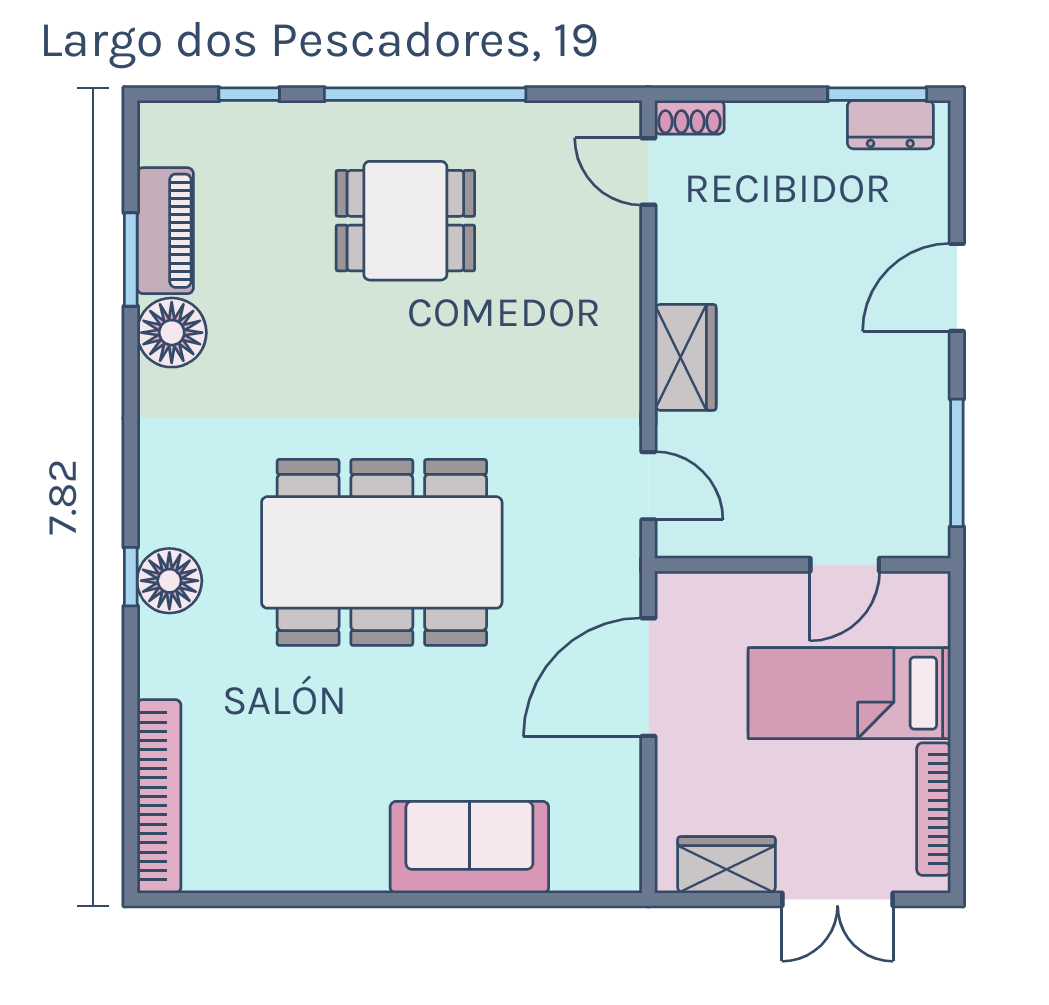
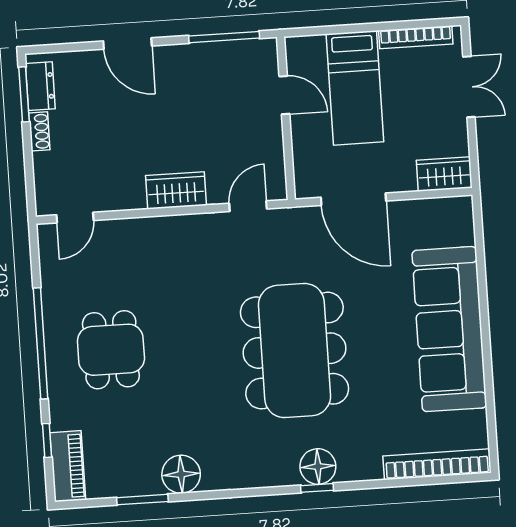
shoe rack: (689, 117) -> (39, 131), moved
piano: (165, 231) -> (68, 466), moved, turned 90
sofa: (469, 847) -> (449, 329), width x1.85, depth x1.27
wardrobe: (726, 865) -> (444, 174), moved, turned 90

